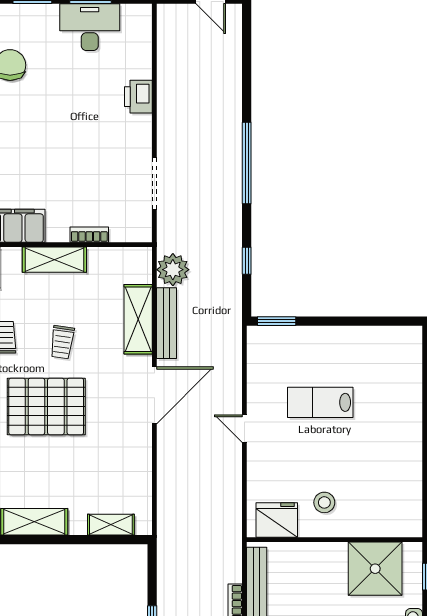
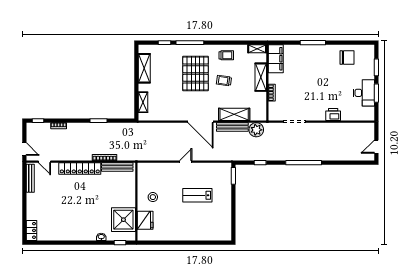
lab bench: (320, 402) -> (197, 195), turned -90
fridge: (277, 520) -> (145, 220), moved

